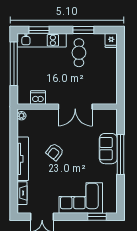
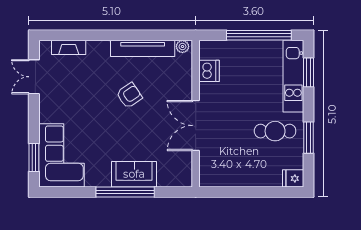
armchair: (55, 152) -> (129, 95), turned 108
tv unit: (23, 159) -> (143, 48), moved
corner sofa: (81, 198) -> (61, 155), moved

